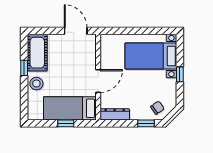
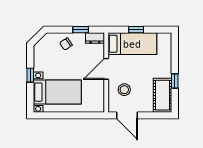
stool: (36, 84) -> (124, 90), moved
chair: (157, 108) -> (66, 44), moved
dresser: (115, 114) -> (95, 38), width x0.70
window: (146, 123) -> (81, 30), moved

